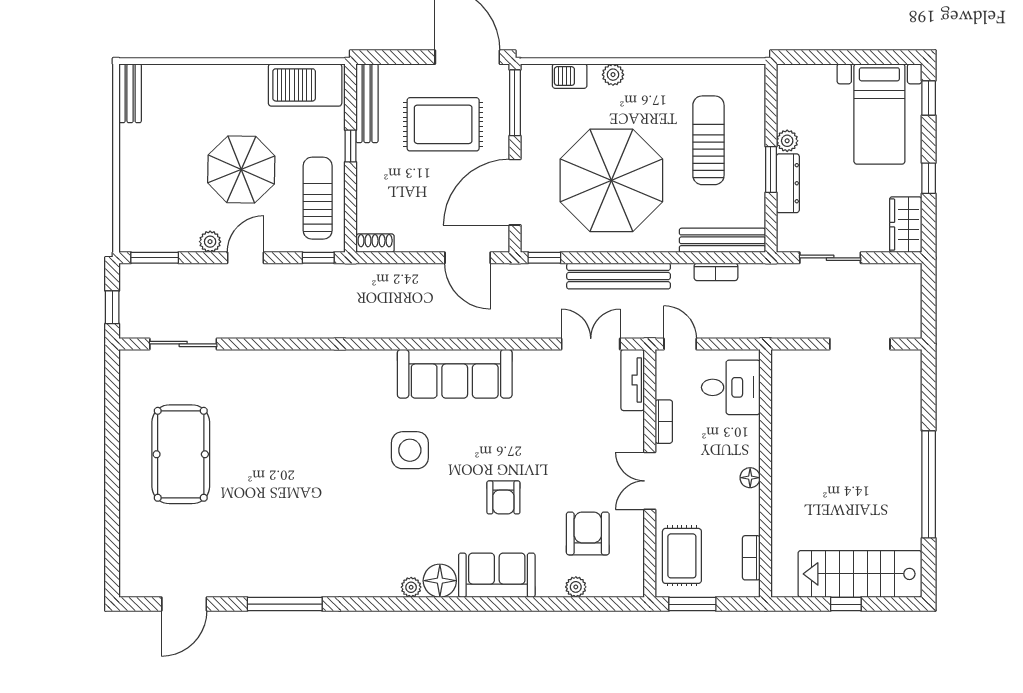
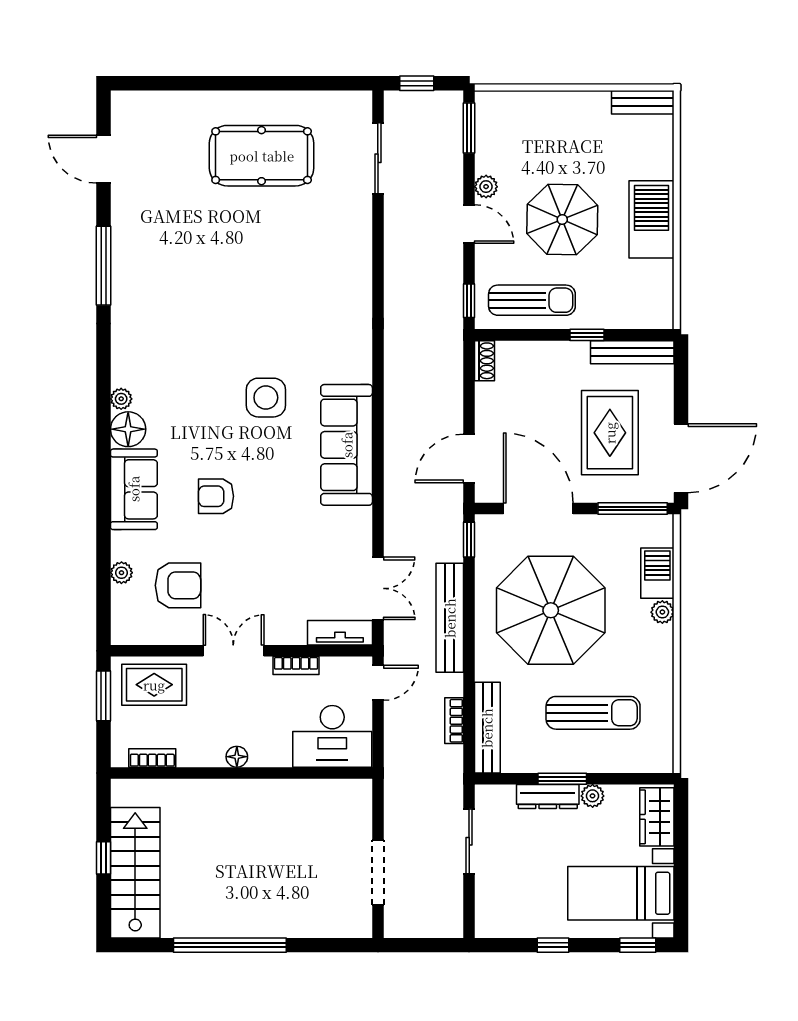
barbecue: (570, 76) -> (657, 573), width x1.38, depth x1.27
barbecue: (305, 85) -> (651, 219), moved
wardrobe: (906, 225) -> (657, 817), moved, turned -90
desk: (731, 387) -> (332, 736), width x1.37

